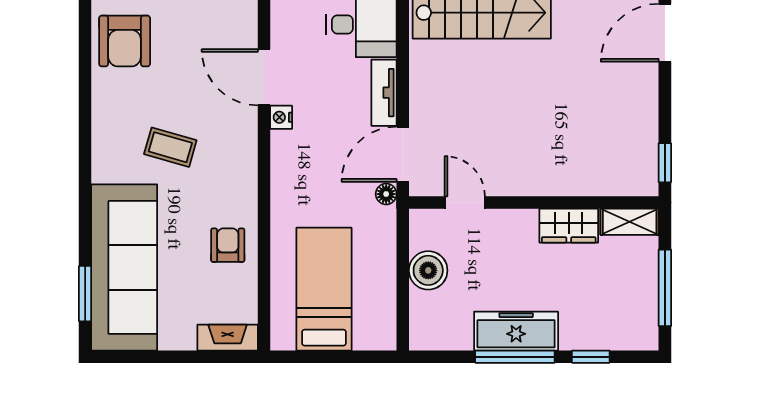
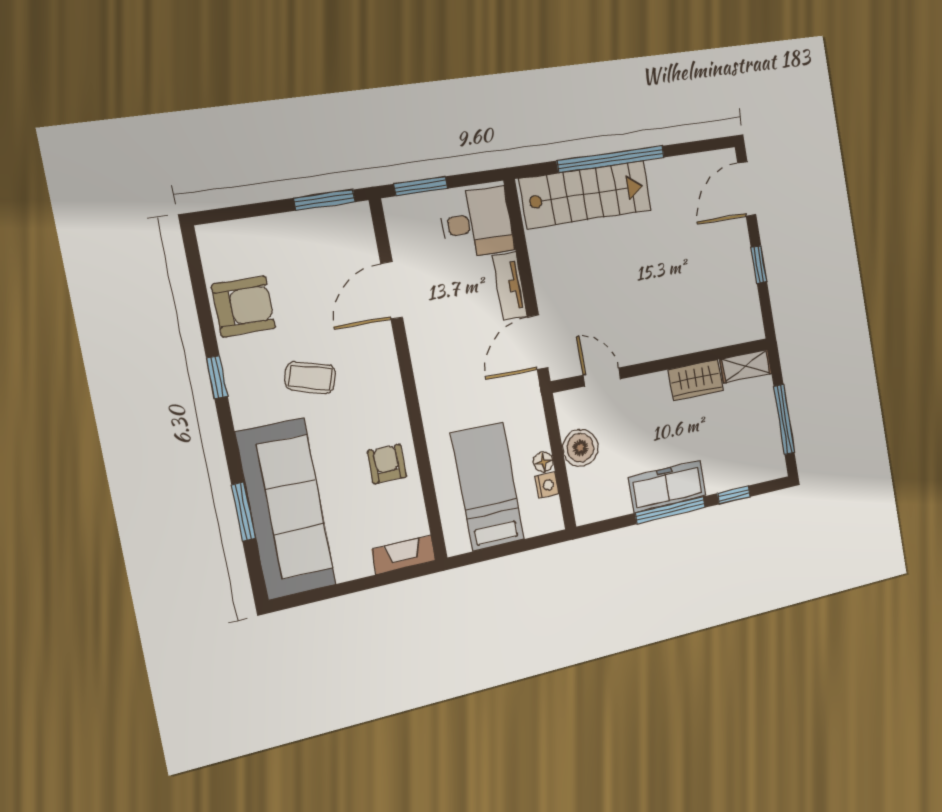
armchair: (125, 41) -> (244, 306), moved, turned -90
door: (264, 77) -> (392, 290), hinge flipped
nightstand: (281, 117) -> (547, 485), moved, turned 180
window: (85, 131) -> (217, 377), added
window: (665, 163) -> (759, 264), moved
floor lamp: (386, 194) -> (543, 462), moved
window: (85, 294) -> (243, 512), moved

